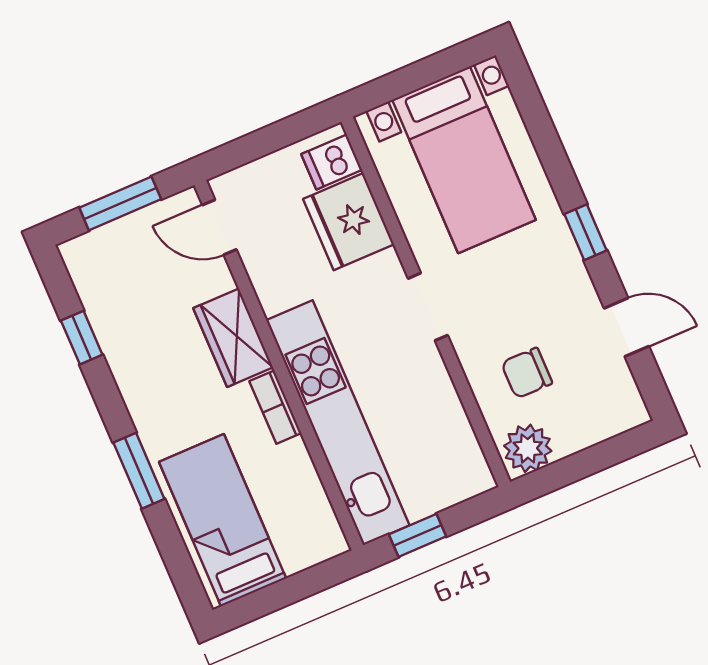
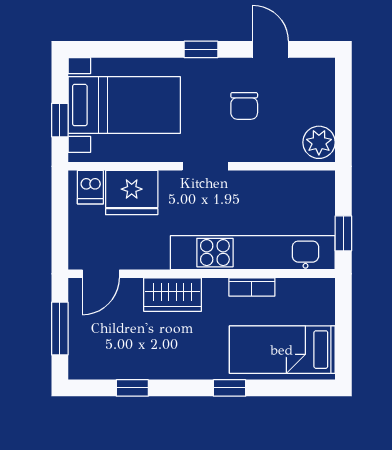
window: (406, 81) -> (60, 120), added
door: (626, 327) -> (271, 49), hinge flipped
chair: (527, 373) -> (244, 106), moved
bookcase: (275, 407) -> (252, 287), moved
window: (139, 471) -> (230, 388), width x0.67

